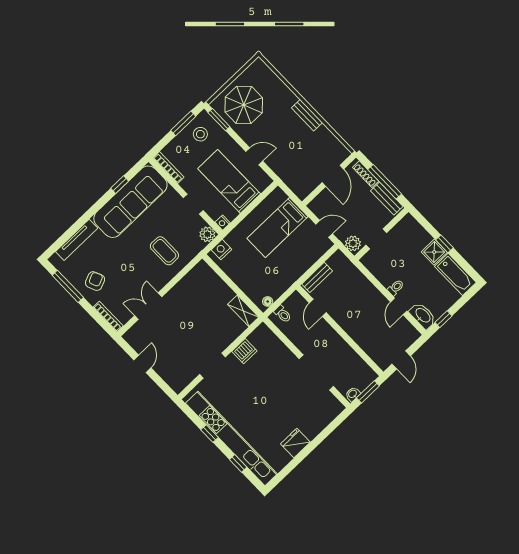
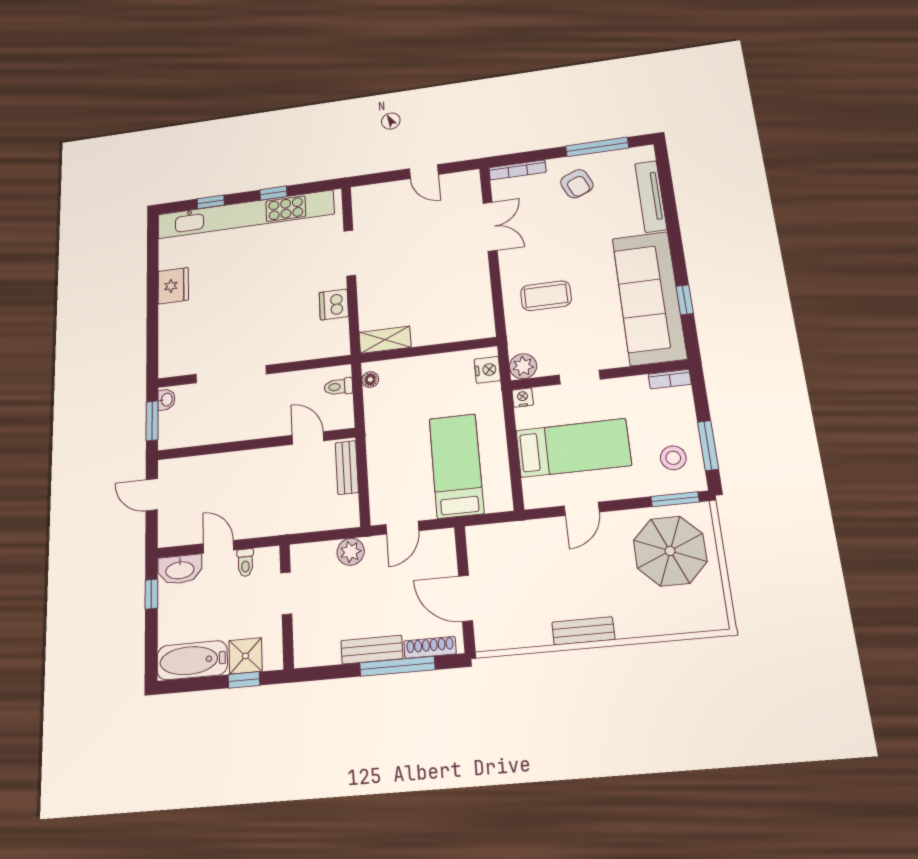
bookcase: (169, 167) -> (670, 379), width x0.64
wall: (381, 234) -> (287, 606), moved
doorway: (376, 239) -> (286, 593), moved

